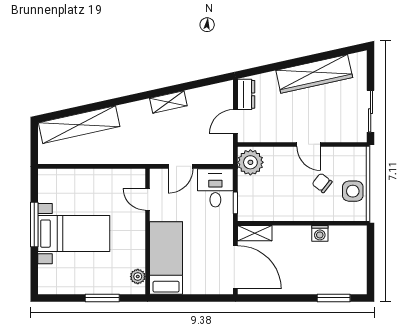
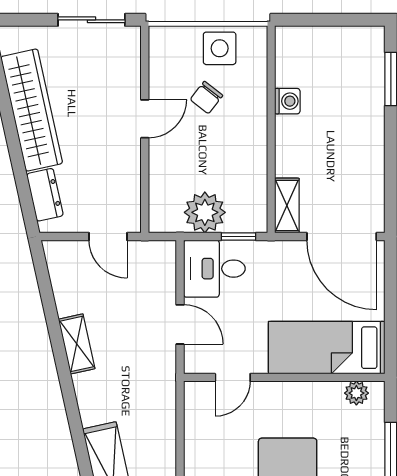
dresser: (246, 94) -> (45, 195), moved, turned 78
plant: (250, 162) -> (205, 212), moved
door: (235, 267) -> (342, 237), swing flipped

